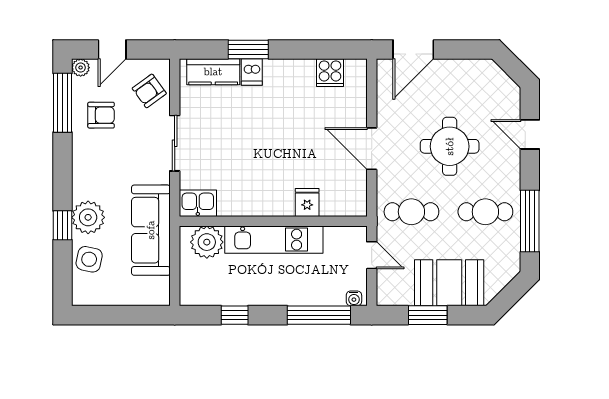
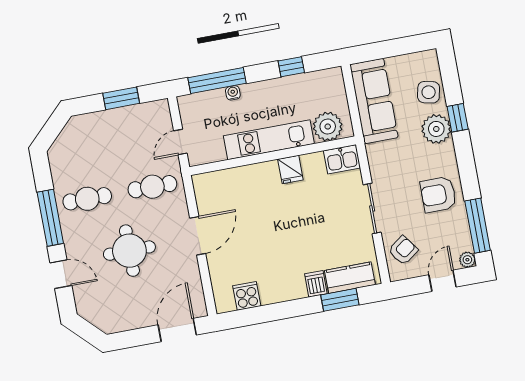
window: (248, 49) -> (340, 300), moved
armchair: (101, 115) -> (438, 195), moved, width x1.38, depth x1.38
door: (372, 149) -> (198, 236), hinge flipped
fridge: (307, 202) -> (290, 170), moved
window: (530, 221) -> (50, 218), moved
sofa: (151, 230) -> (374, 101), moved
door: (372, 255) -> (180, 142), hinge flipped
booth: (449, 283) -> (108, 130), removed
water cooler: (354, 298) -> (233, 93), moved

